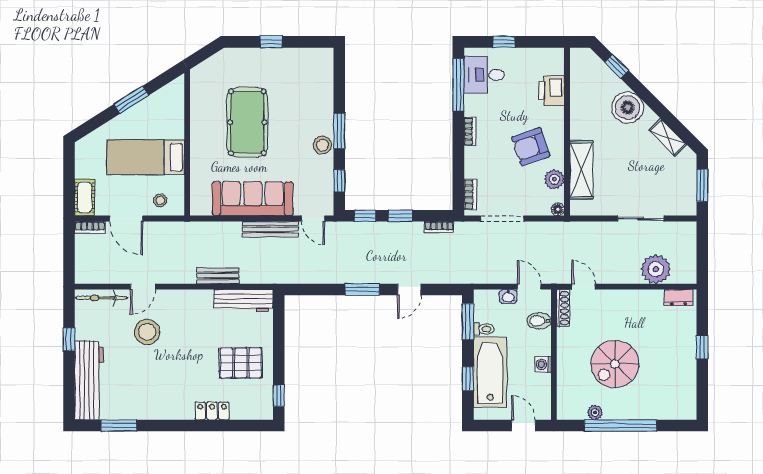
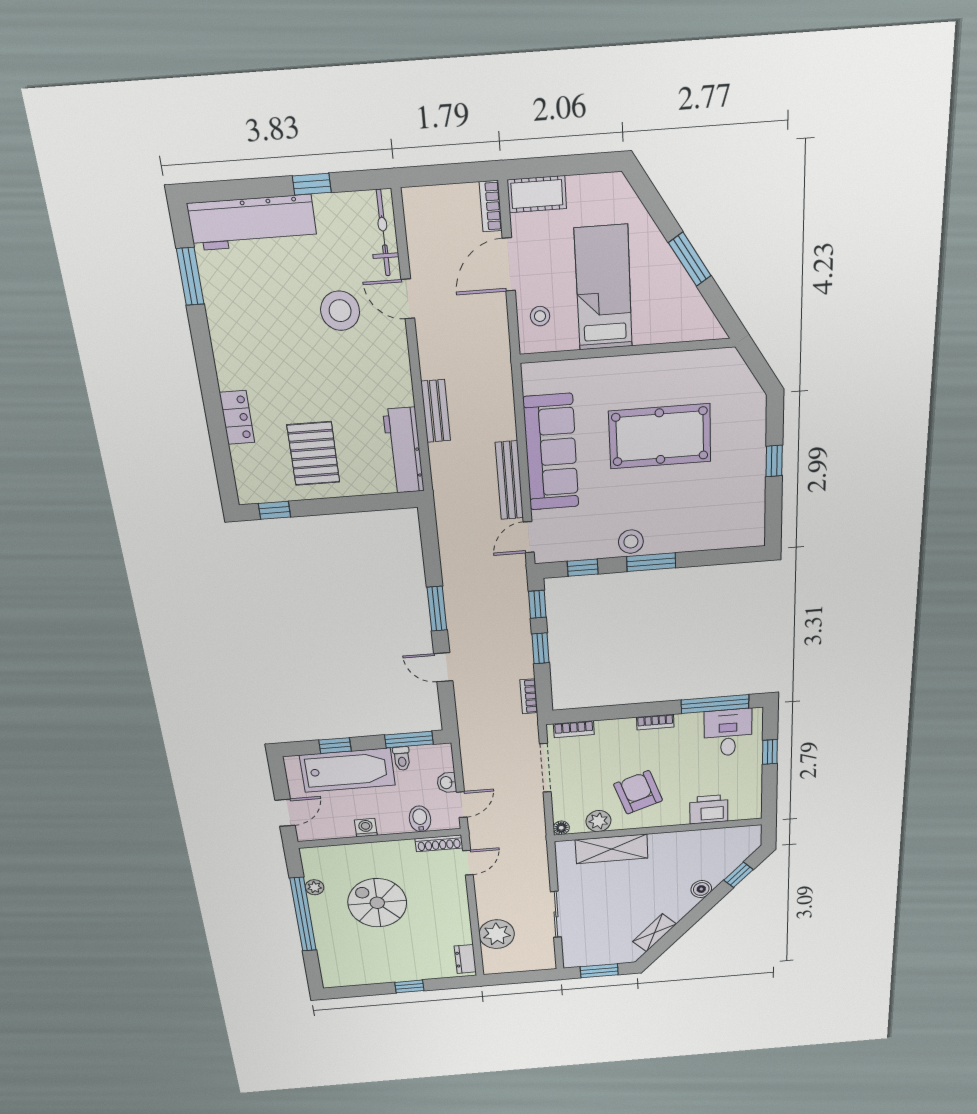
boiler: (628, 108) -> (701, 889), width x0.54, depth x0.54

